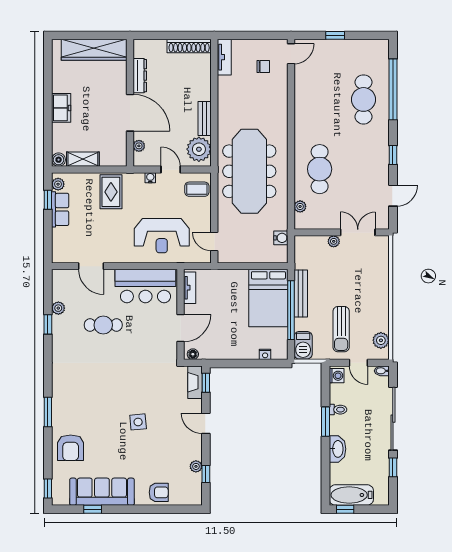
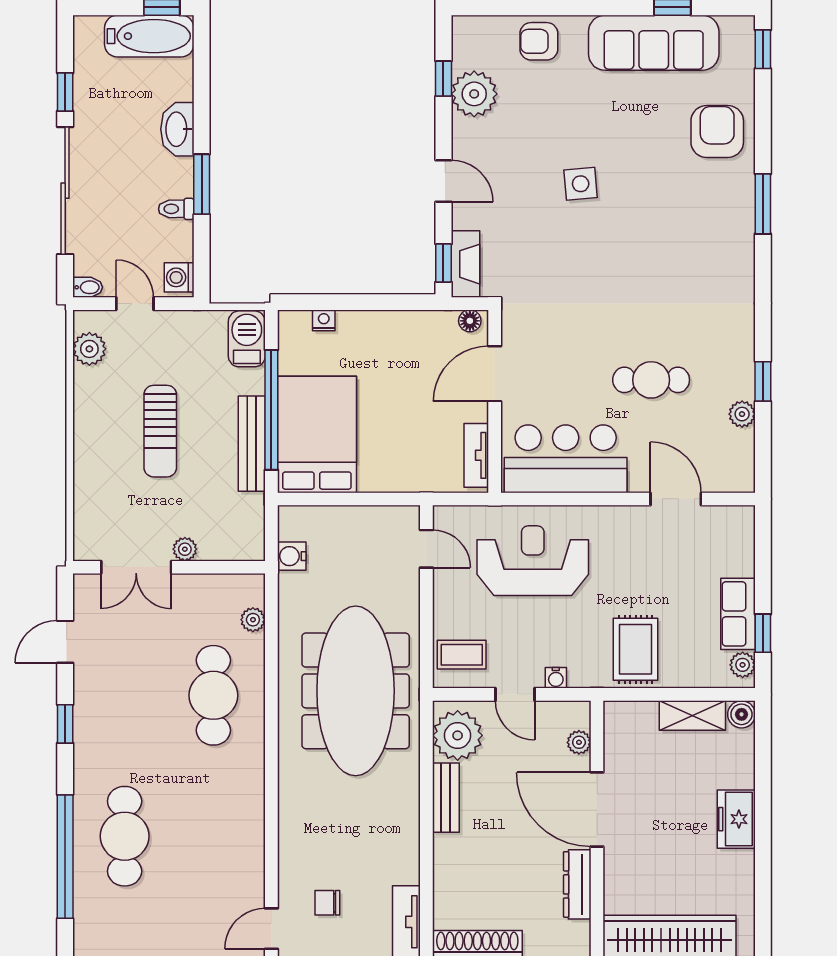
sun lounger: (341, 329) -> (160, 431), moved, turned 180
plant: (196, 466) -> (474, 94), width x1.88, depth x1.88

